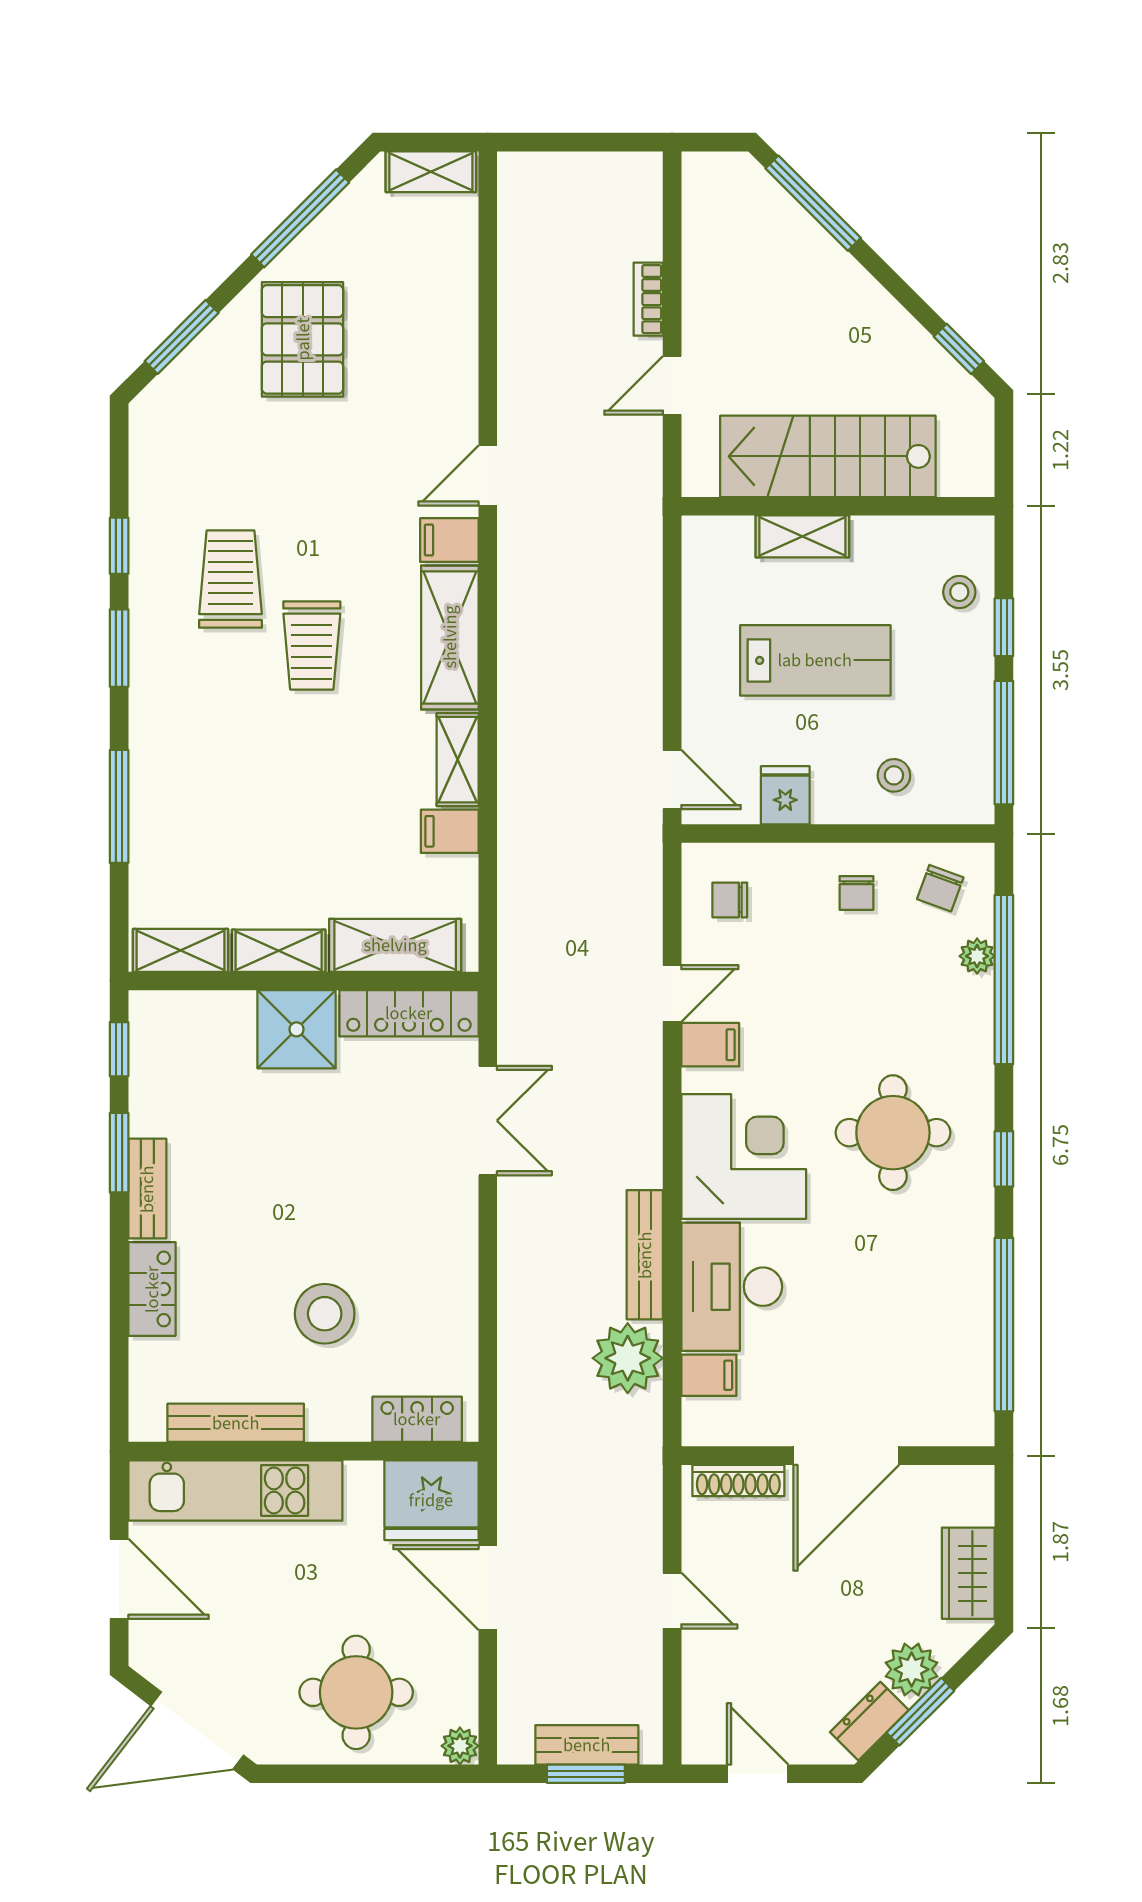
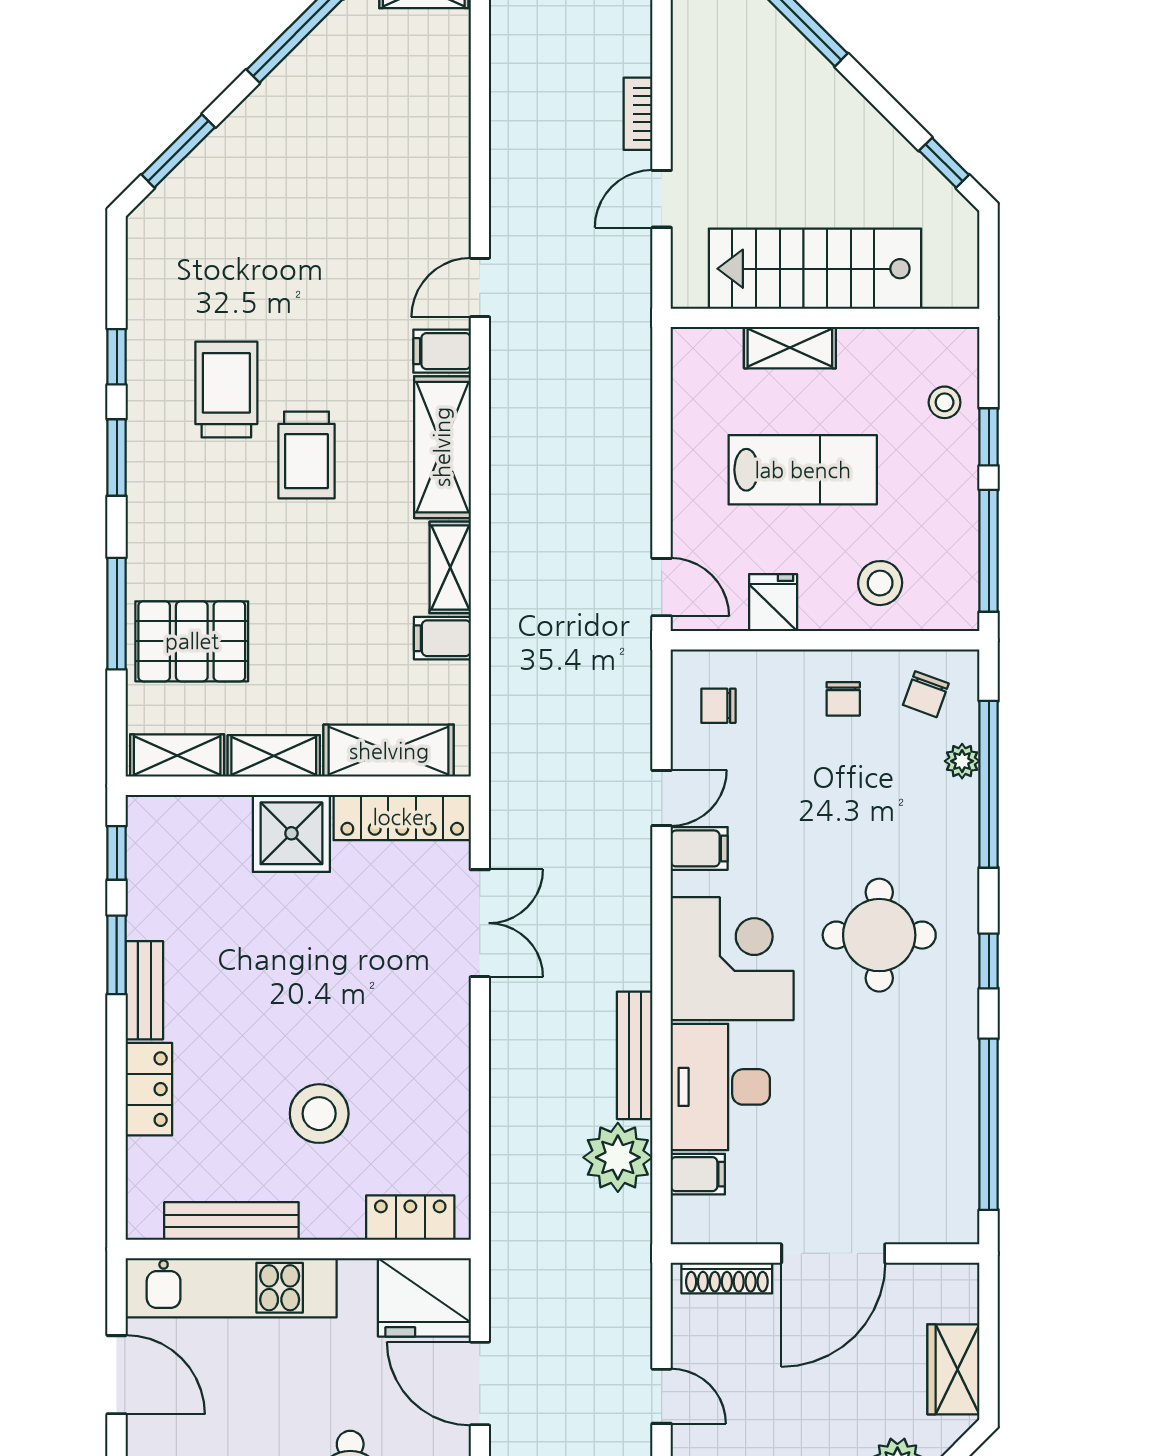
pallet: (303, 339) -> (192, 641), moved, turned 90
stool: (894, 775) -> (880, 583), width x1.37, depth x1.37

